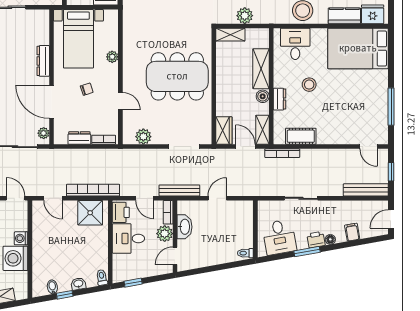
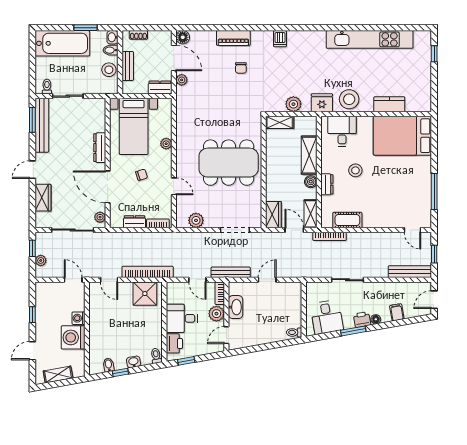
fridge: (373, 14) -> (322, 103), moved
printer: (121, 212) -> (174, 343), moved

